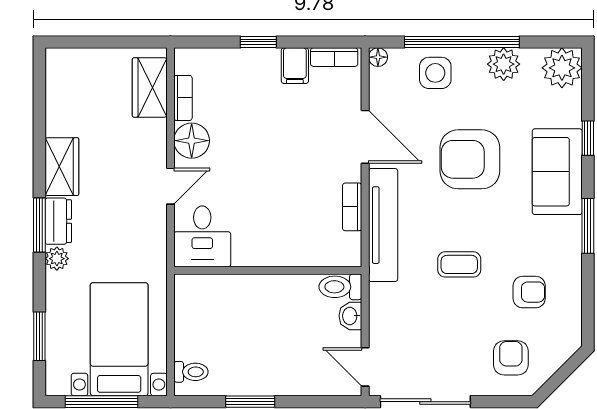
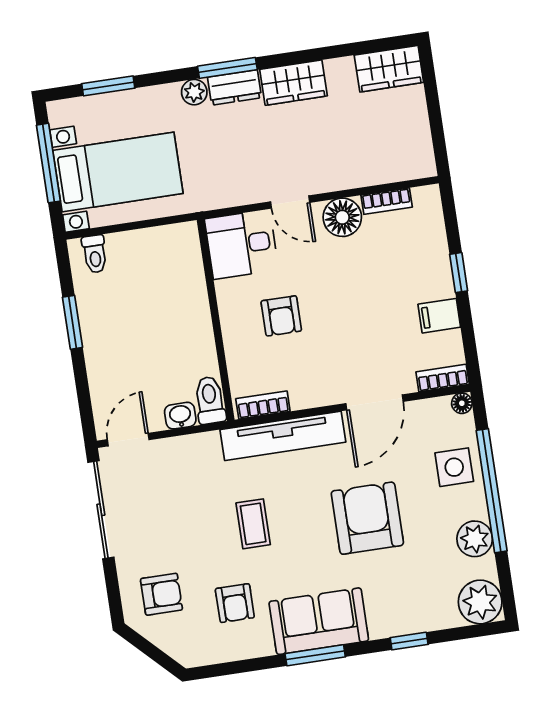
bookcase: (334, 57) -> (443, 378), moved, turned 90
wardrobe: (150, 87) -> (389, 69), moved, turned 180
sofa: (557, 172) -> (319, 621), moved
bookcase: (352, 207) -> (263, 405), moved
armchair: (273, 210) -> (281, 316), added

